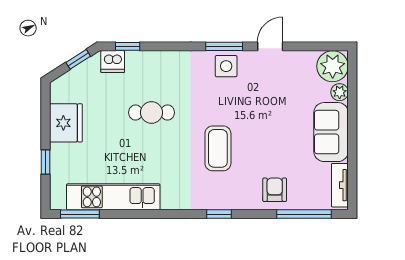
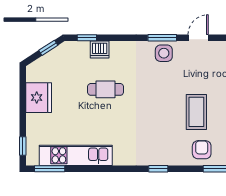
dishwasher: (113, 62) -> (100, 50), moved
coffee table: (218, 148) -> (196, 112), moved
window: (46, 162) -> (23, 146), moved

